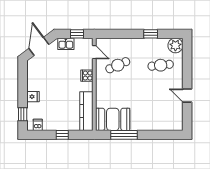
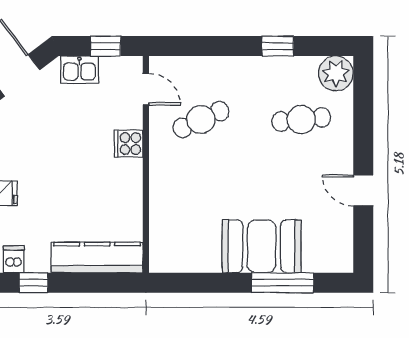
kitchen counter: (86, 111) -> (97, 257), moved, turned 90
booth: (113, 119) -> (262, 246), moved
window: (62, 135) -> (34, 283), moved
window: (124, 135) -> (283, 283), moved

